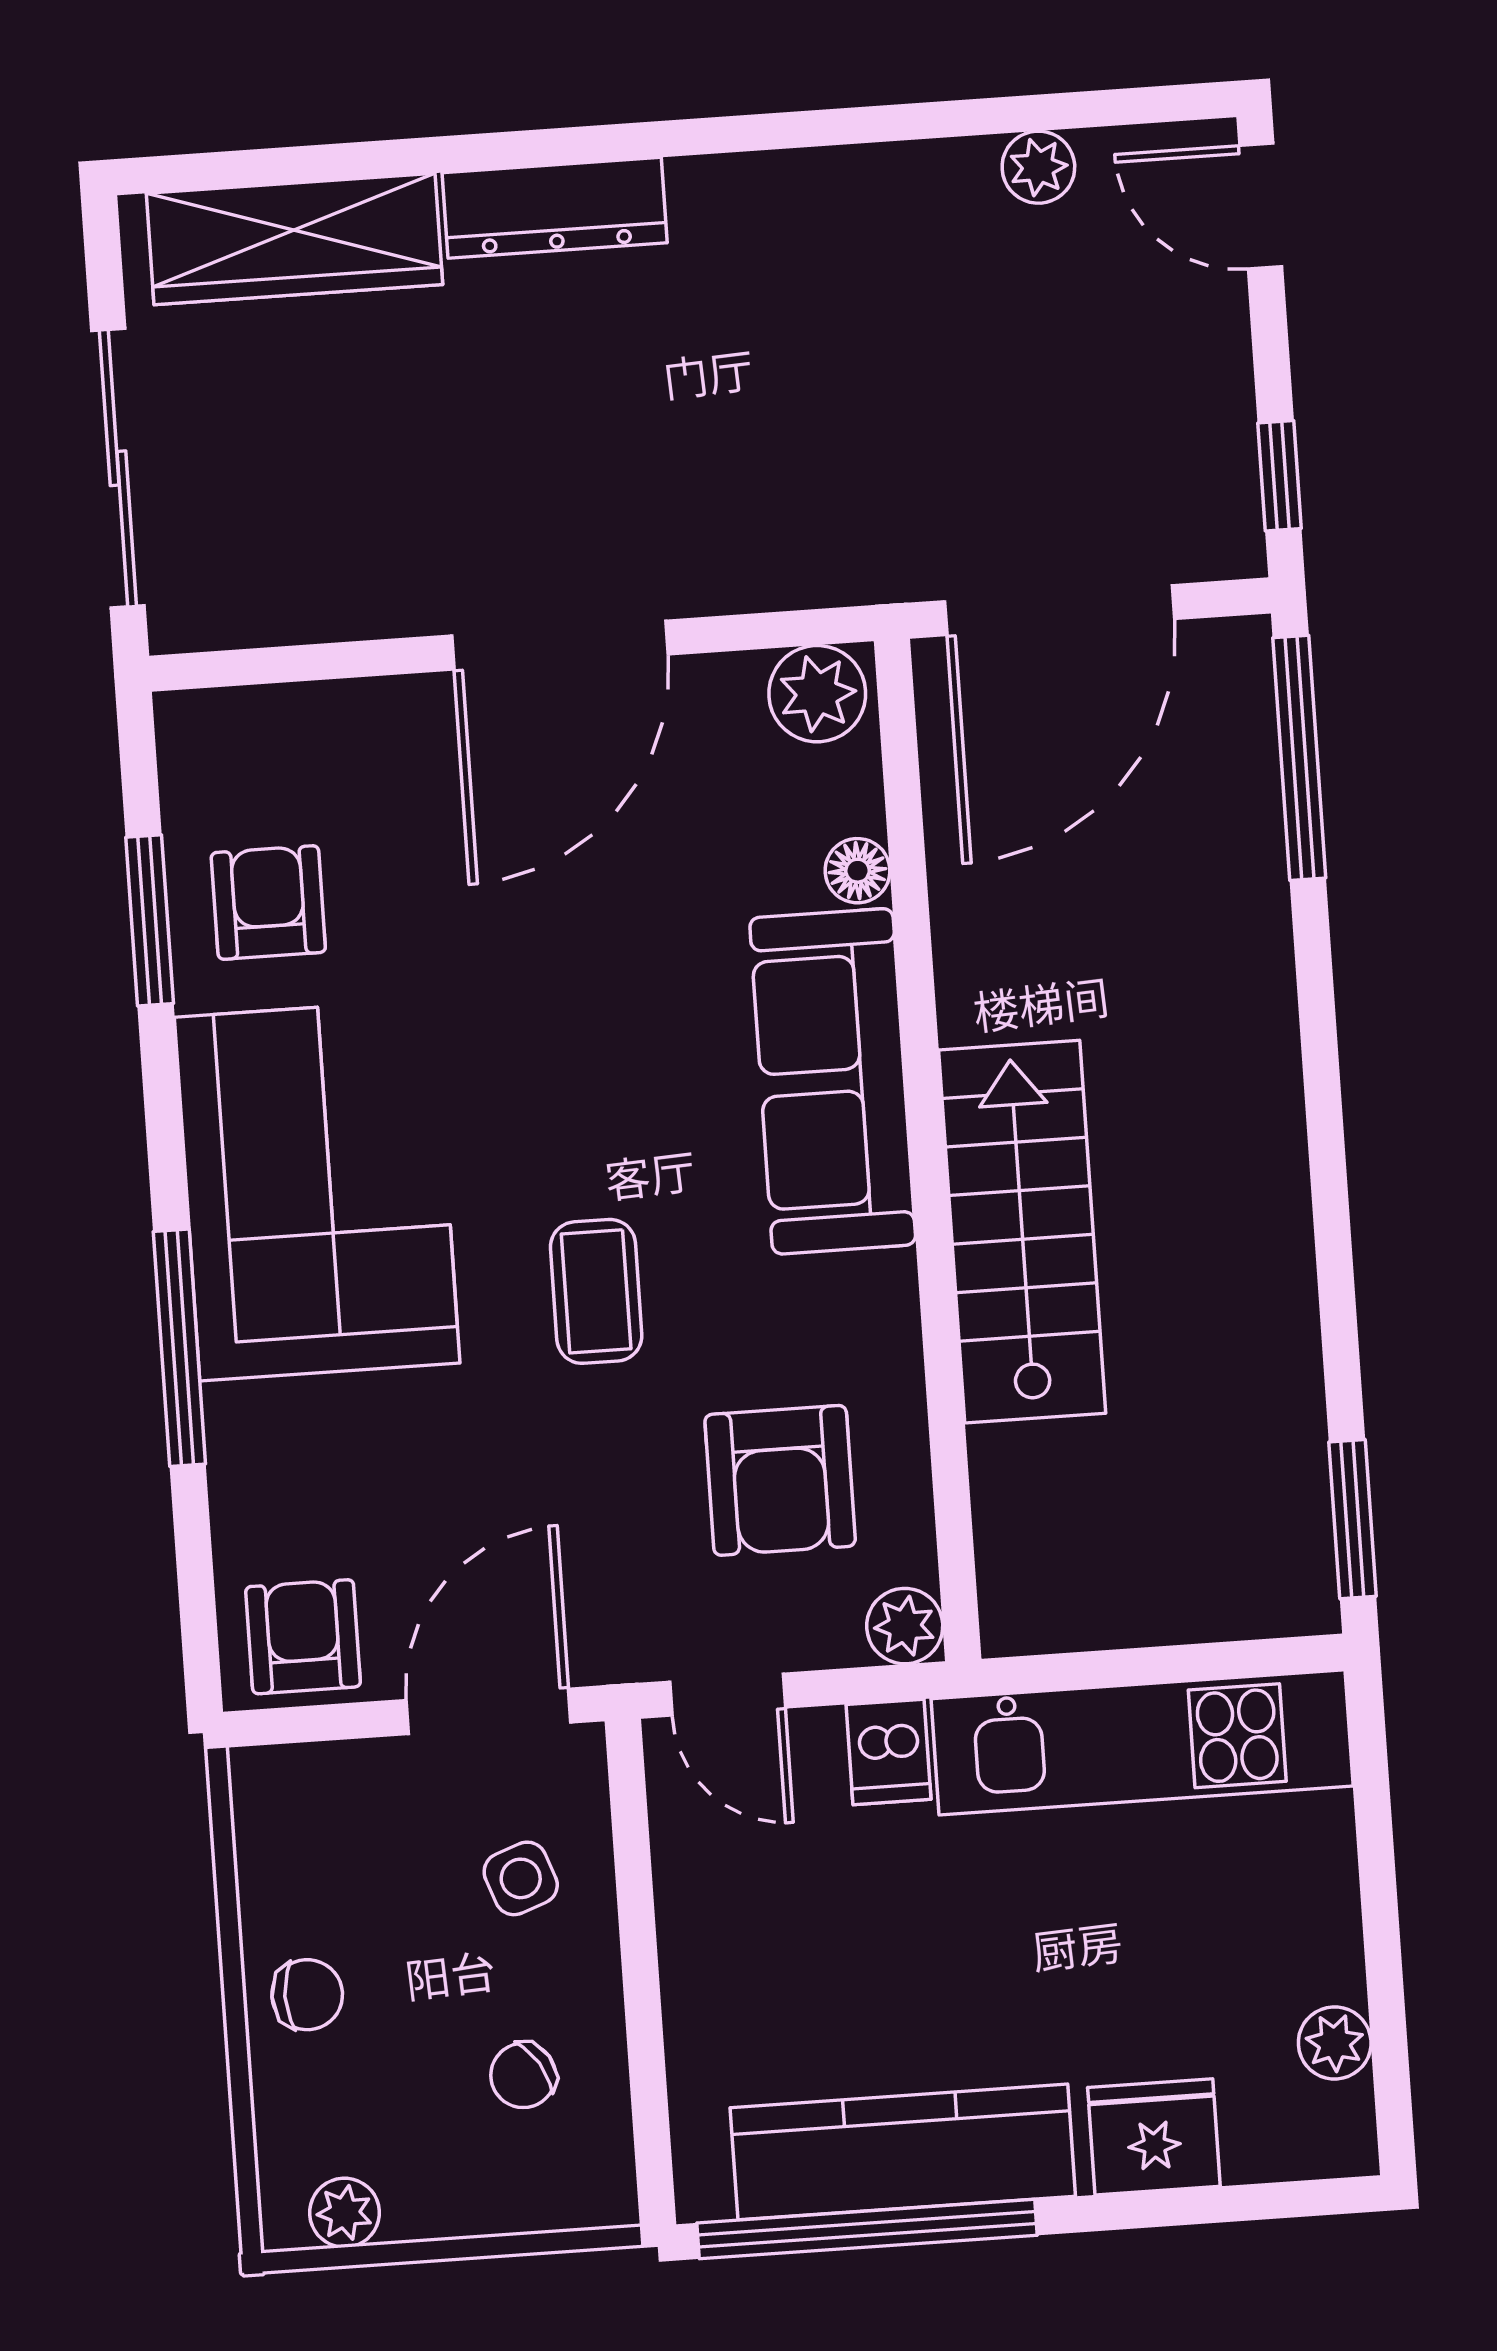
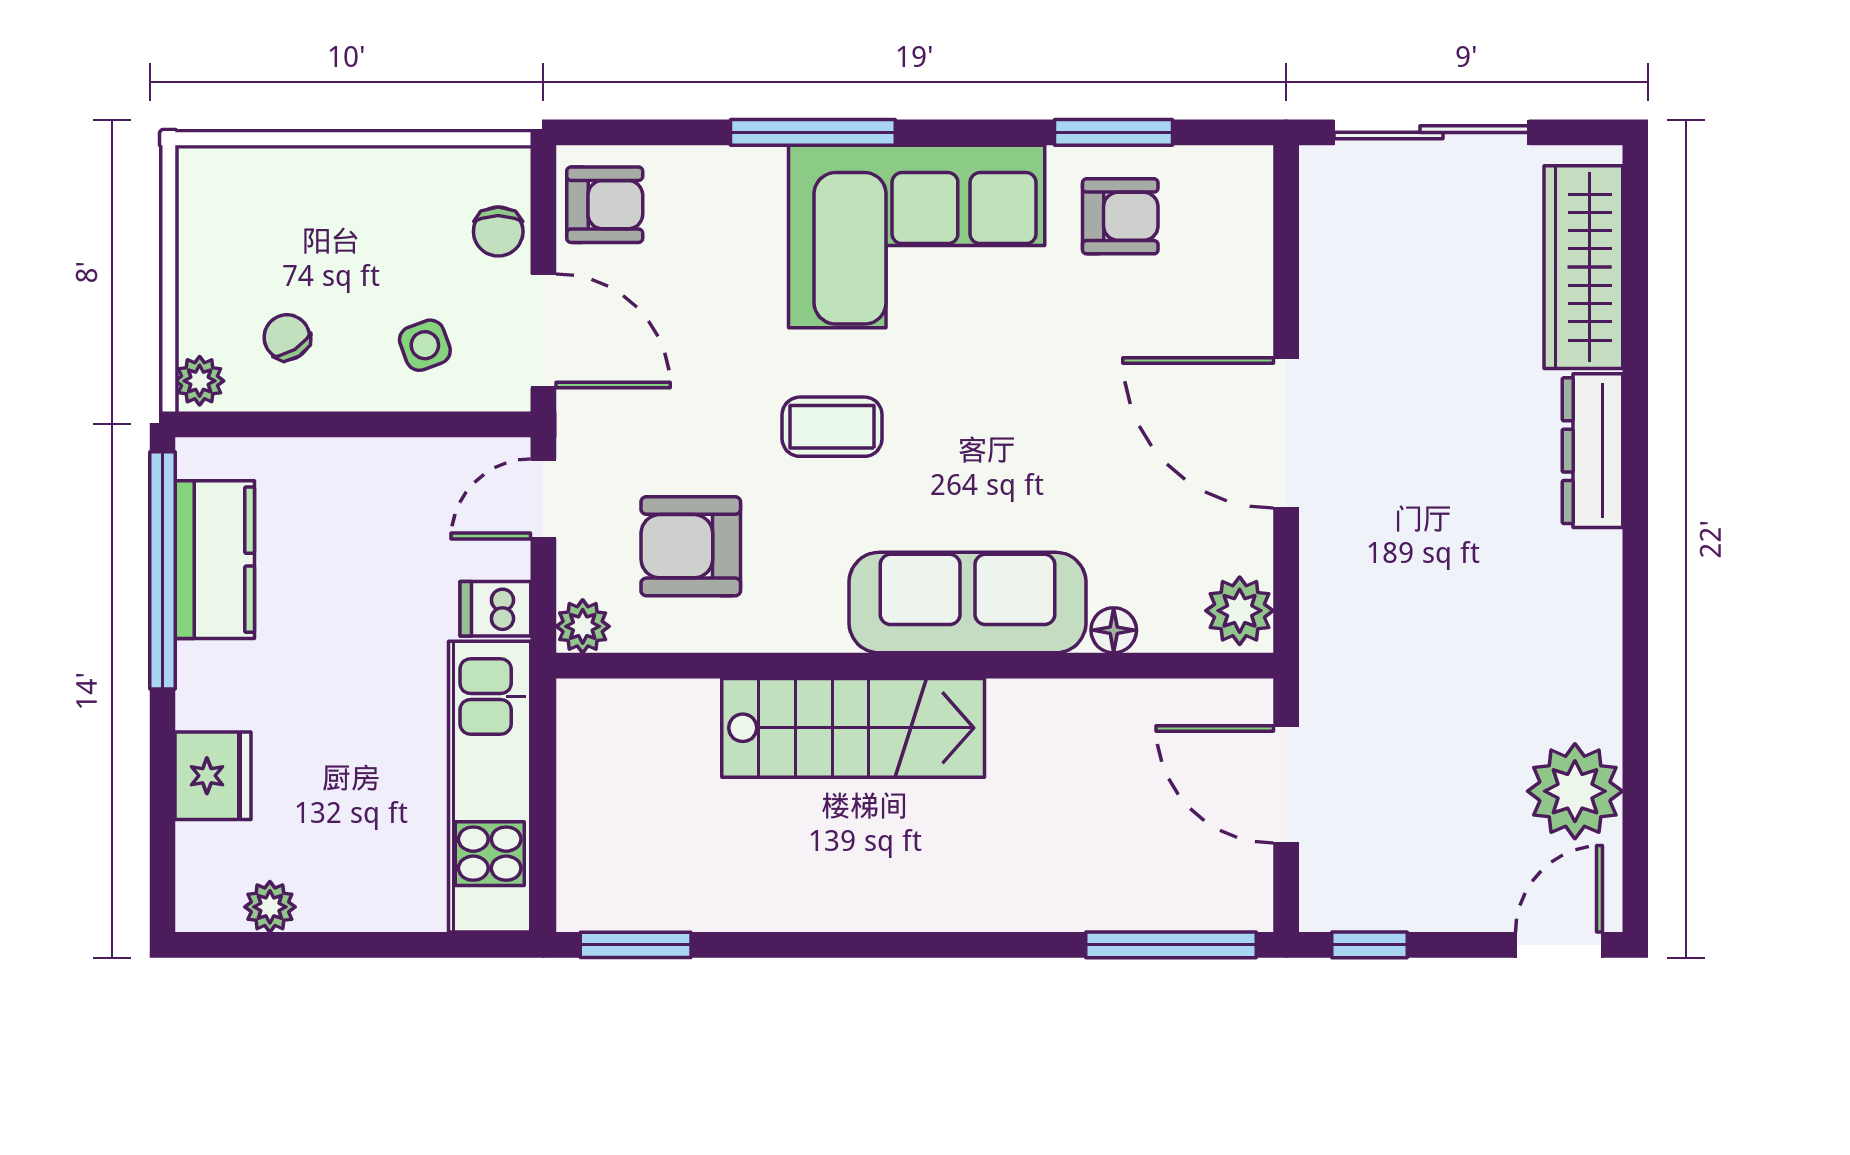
plant: (1038, 167) -> (1575, 791), width x1.87, depth x1.87
door: (1060, 610) -> (1286, 784), width x0.73
chair: (307, 1995) -> (498, 232), moved
kitchen counter: (903, 2152) -> (215, 560), width x0.67
plant: (345, 2213) -> (200, 381), moved

